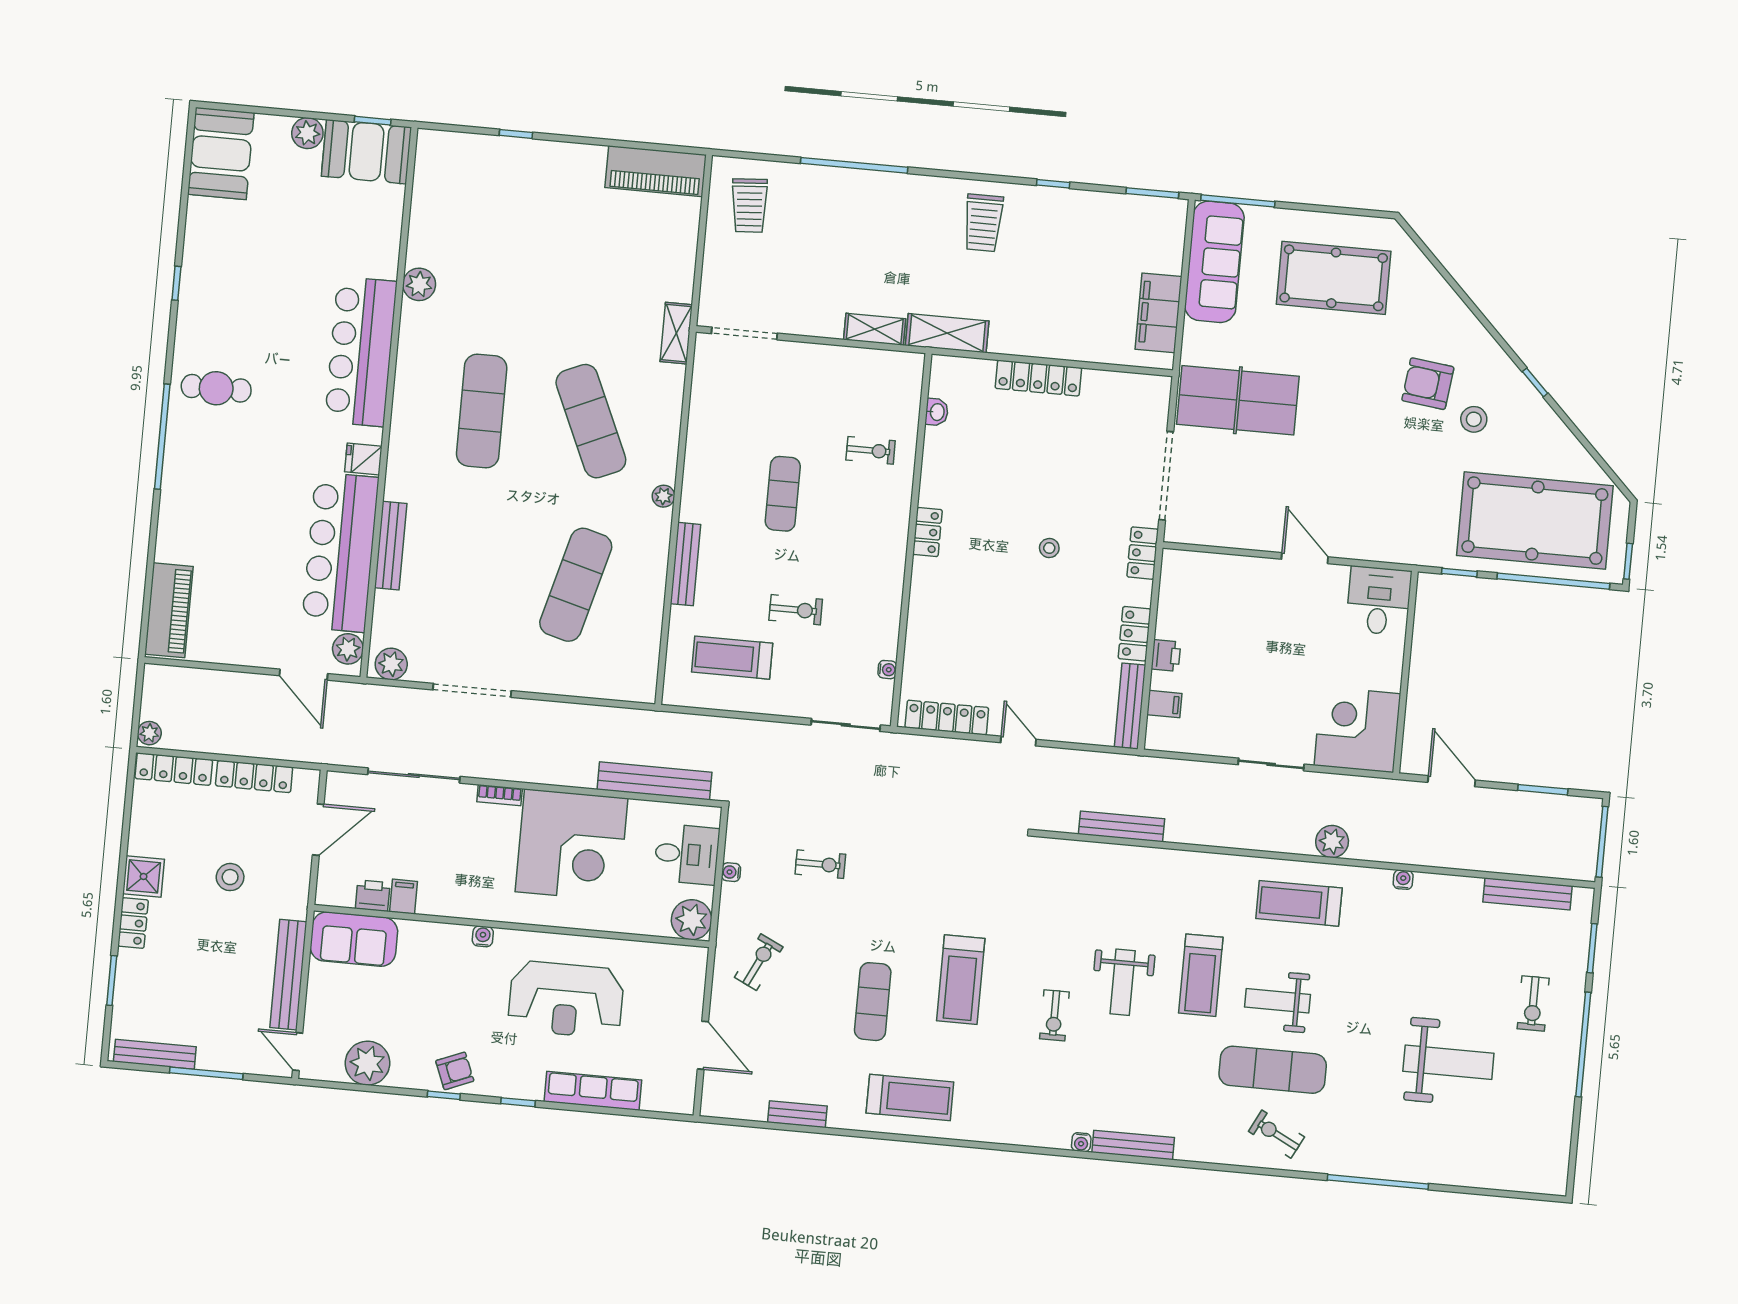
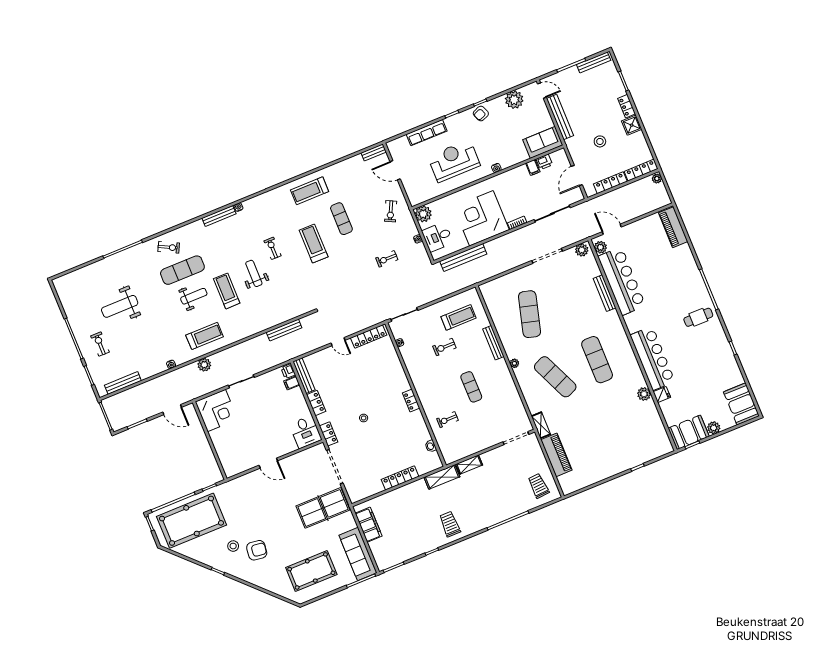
piano: (656, 171) -> (556, 455), moved, turned 90
fridge: (363, 459) -> (662, 395), moved
desk: (1379, 601) -> (306, 432), moved
printer: (1166, 655) -> (288, 371), moved
bench: (797, 1114) -> (374, 152), moved

